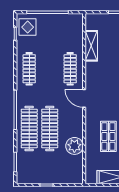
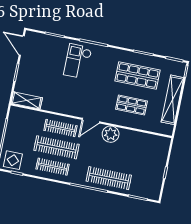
shelving: (91, 46) -> (27, 100), moved
clothes rail: (50, 128) -> (57, 147), moved
plant: (74, 146) -> (111, 134), moved

